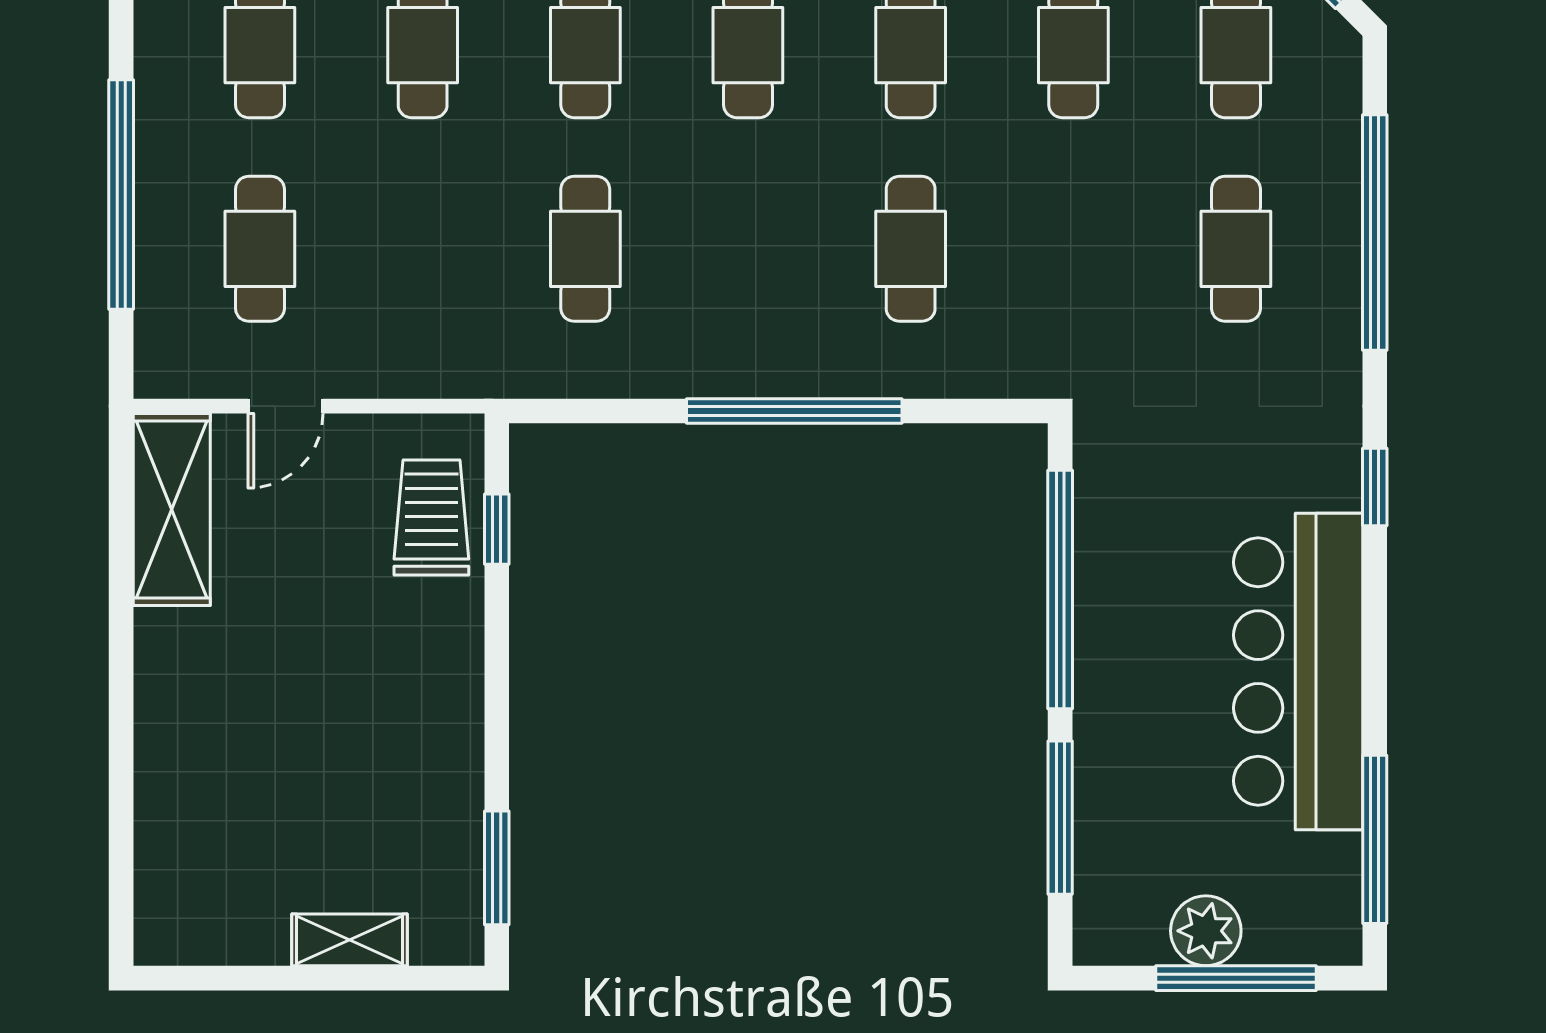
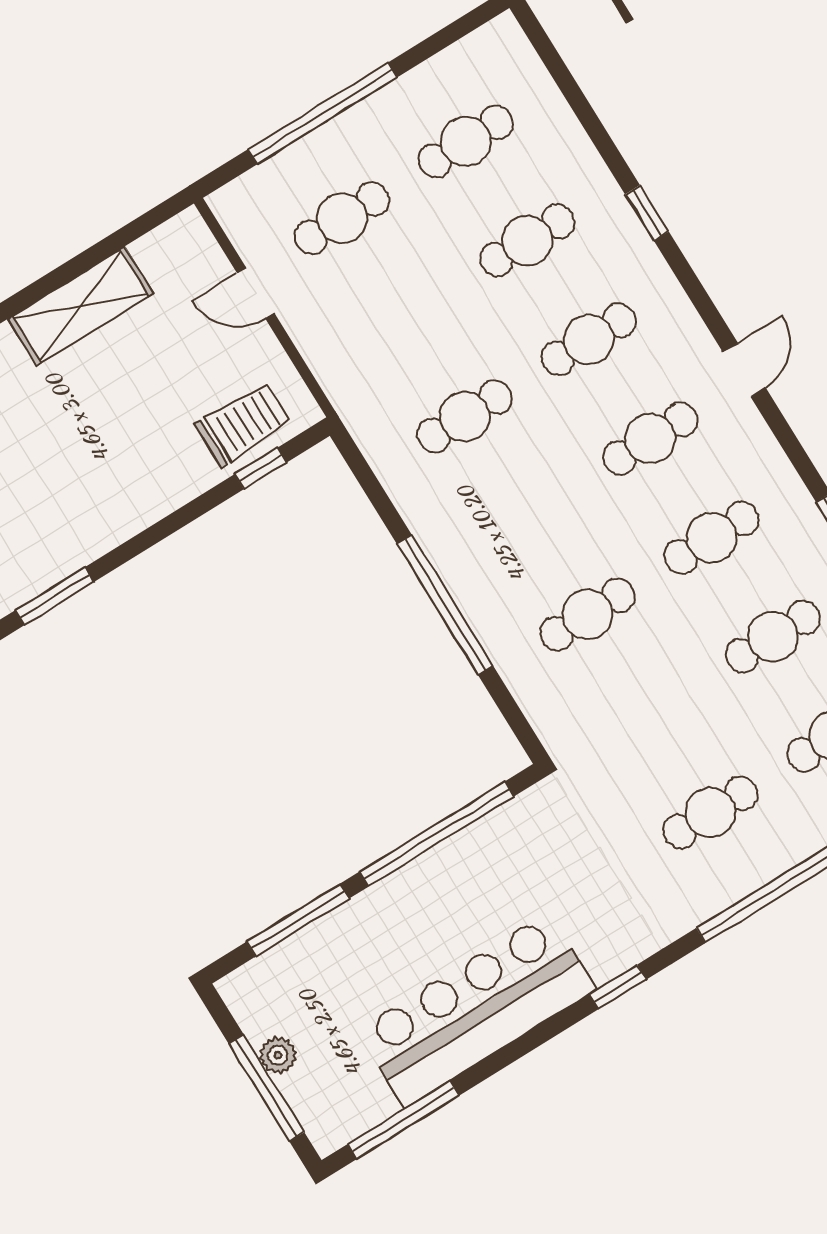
shelving: (172, 510) -> (81, 306), moved
plant: (1206, 931) -> (278, 1055), width x0.73, depth x0.73

